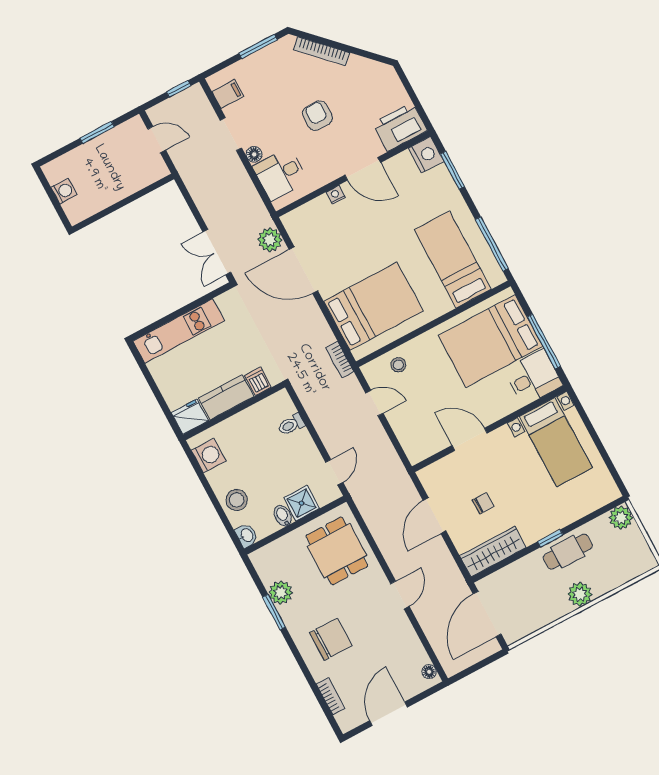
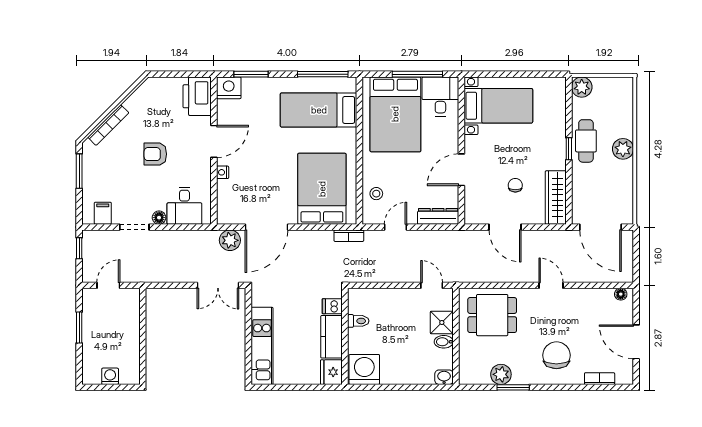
toilet: (291, 425) -> (358, 321), moved, turned -90
dresser: (409, 441) -> (438, 216), added
washing machine: (209, 456) -> (364, 369), width x1.37, depth x1.37
stool: (237, 500) -> (413, 370), removed

